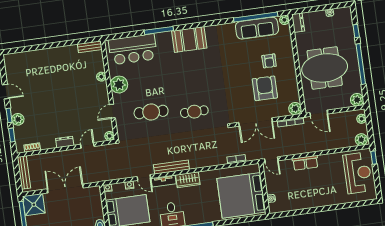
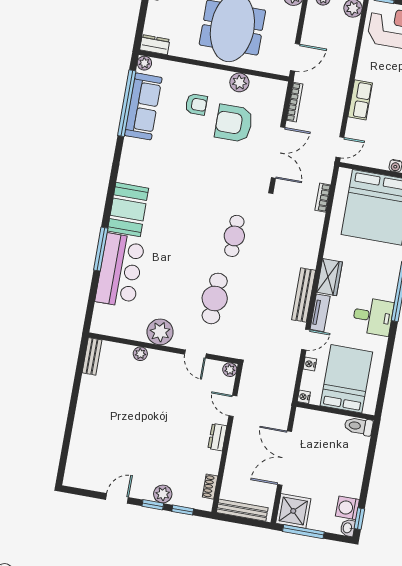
bar counter: (133, 49) -> (120, 270), moved
plant: (295, 109) -> (239, 82), moved

